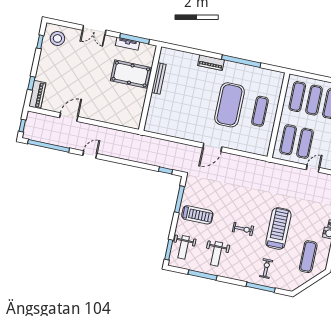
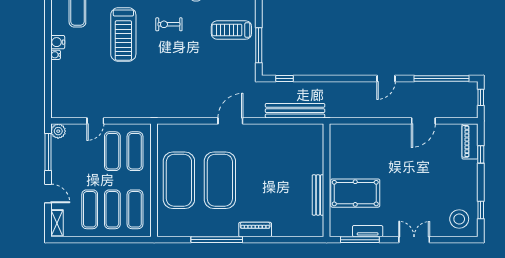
exercise mat: (260, 111) -> (179, 180), width x2.00, depth x1.45
bench: (163, 145) -> (295, 111), added

